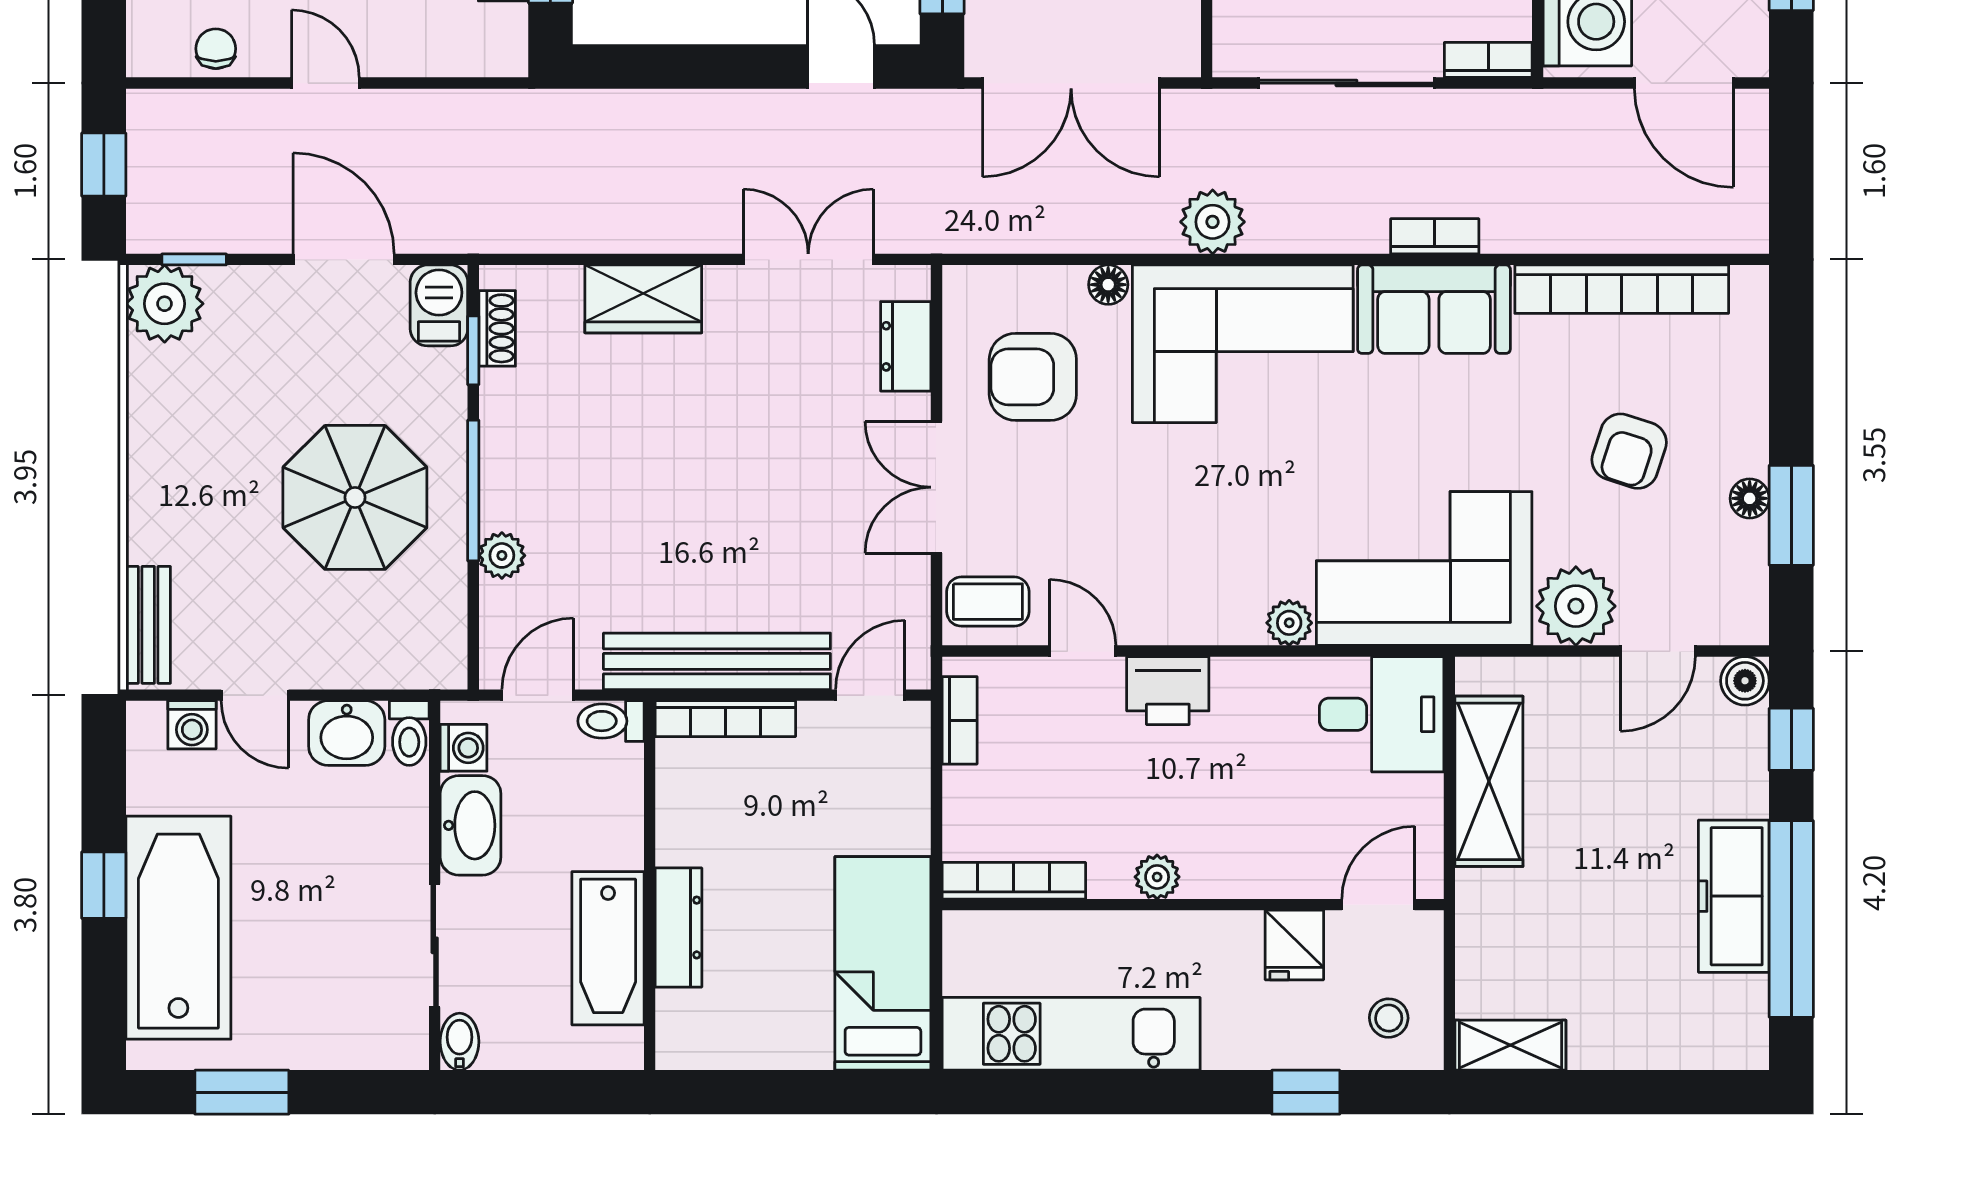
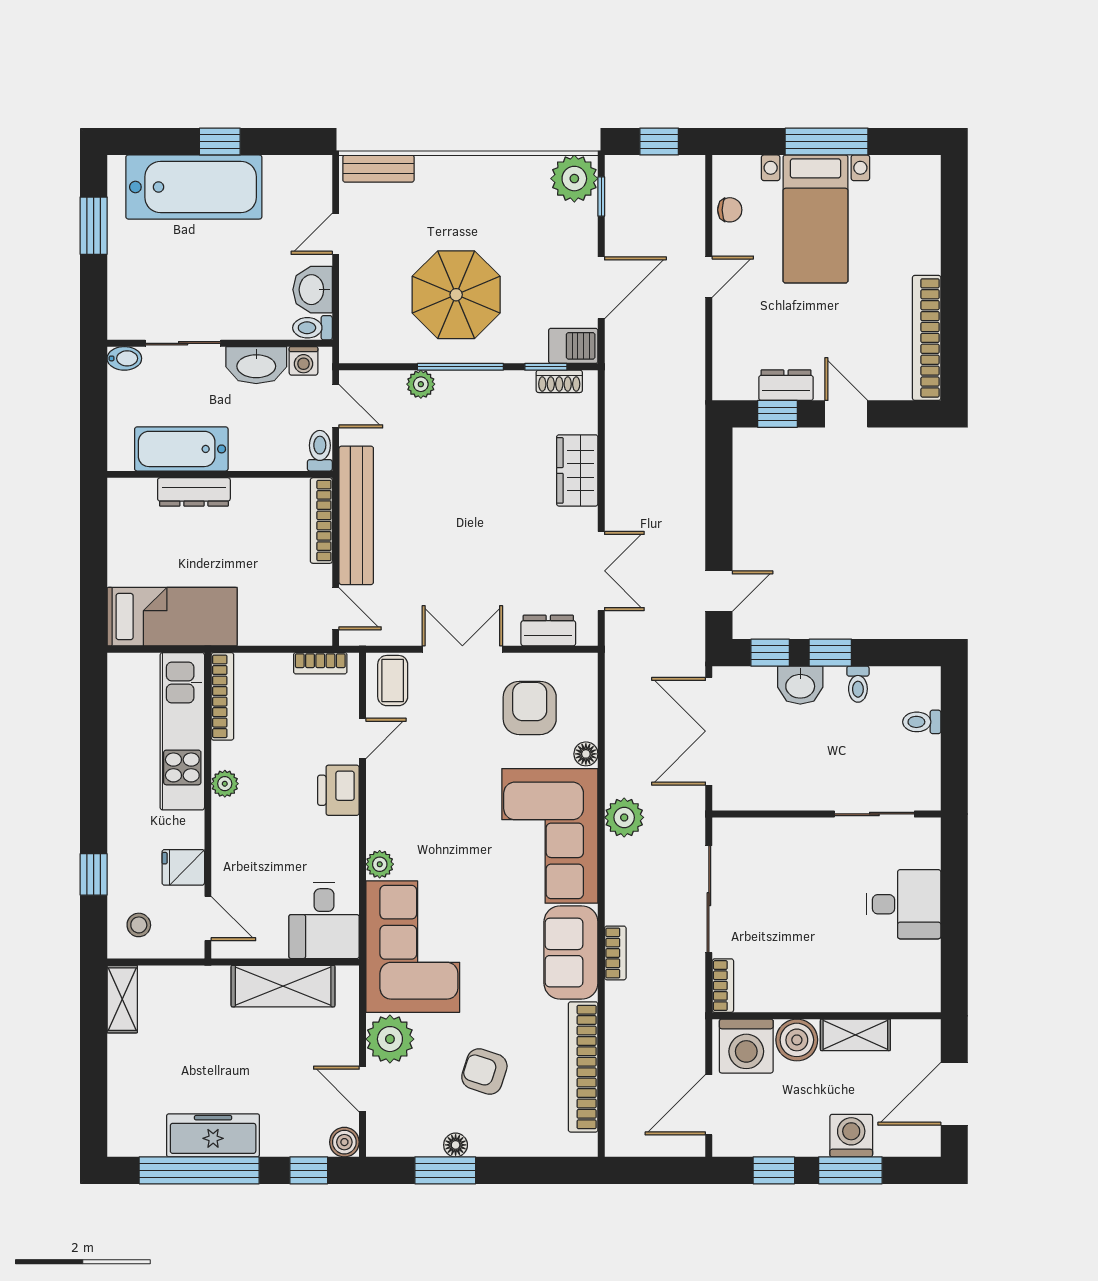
washing machine: (192, 725) -> (318, 195), removed
kitchen unit: (1071, 1034) -> (182, 731), moved, turned 180

